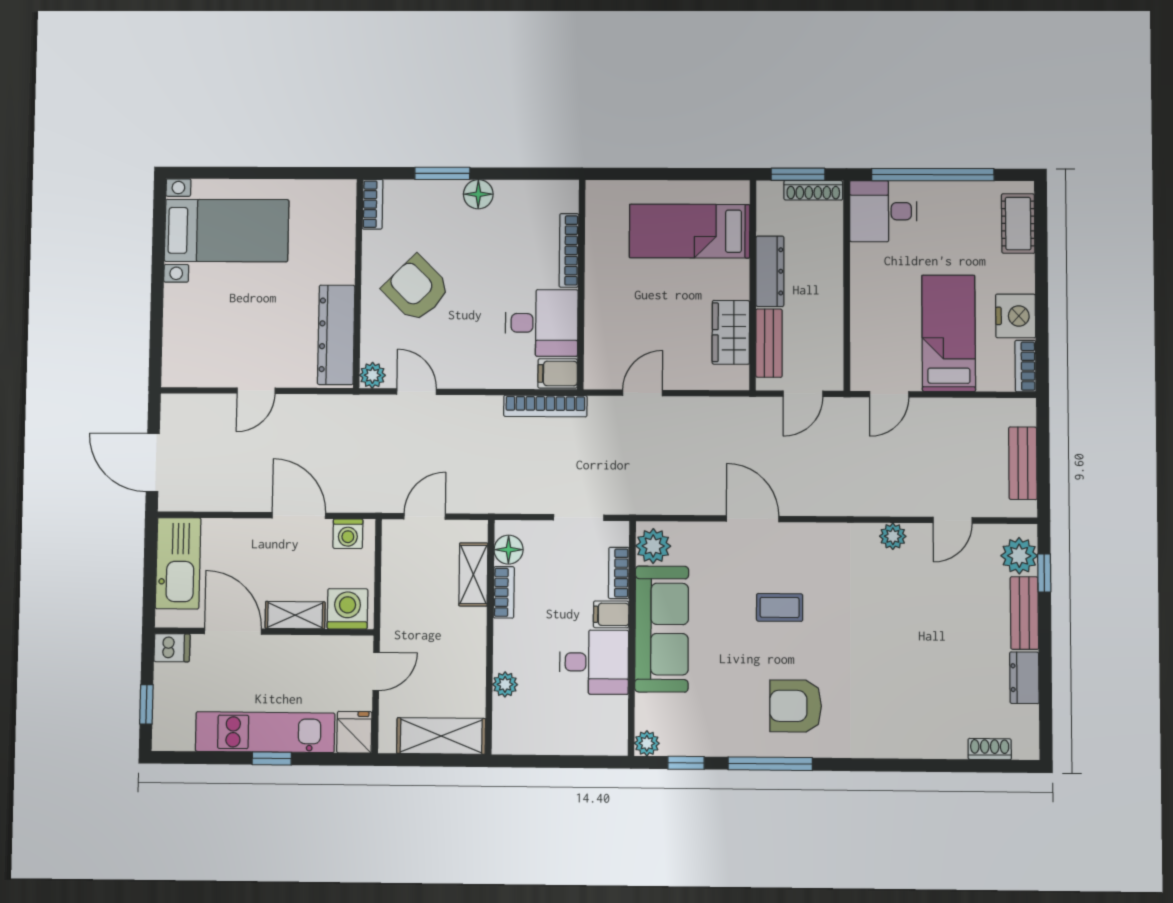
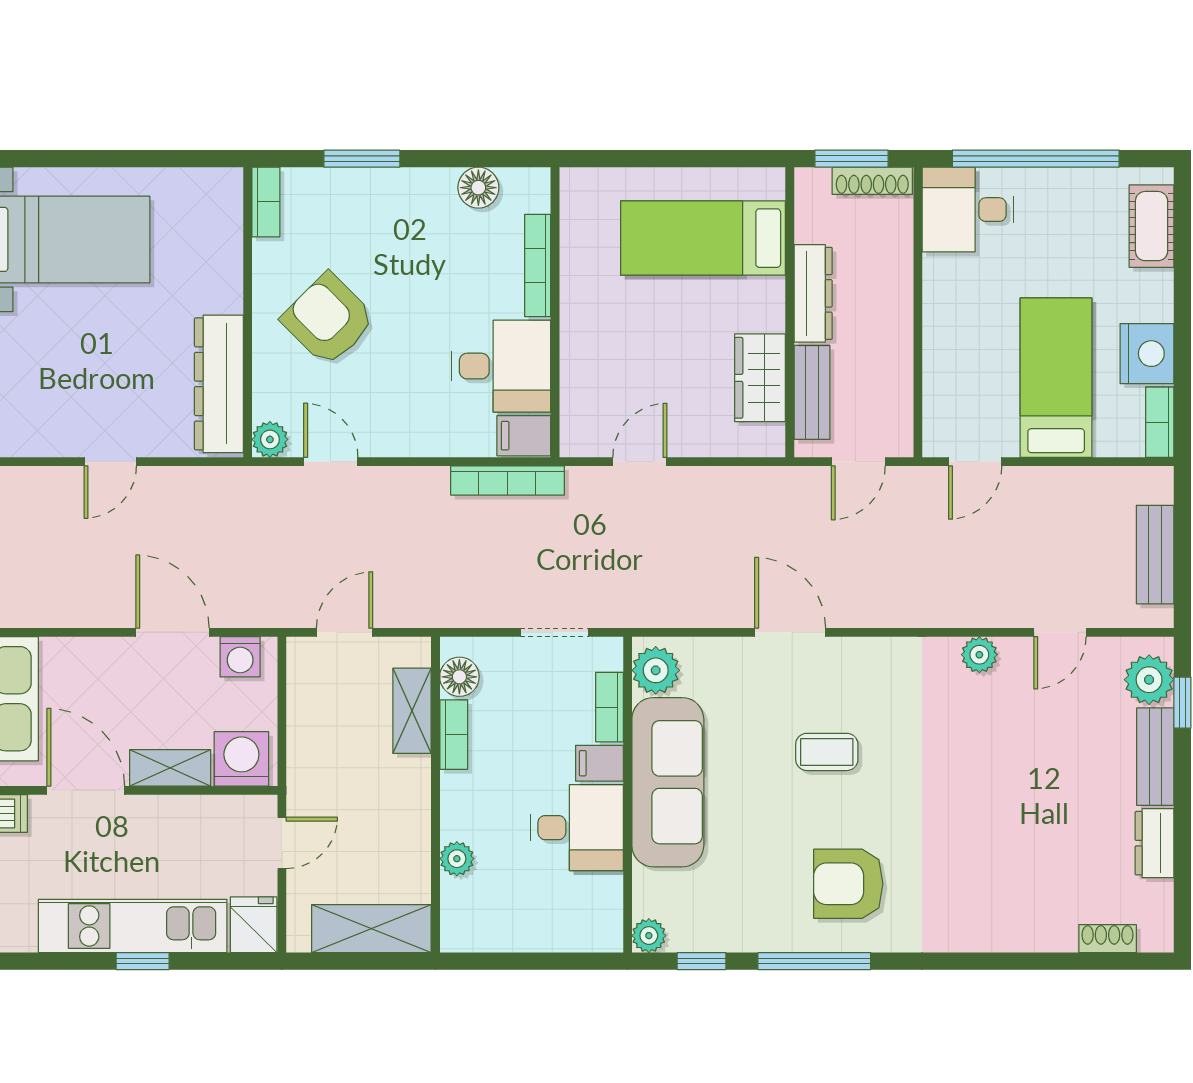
floor lamp: (478, 194) -> (478, 188), moved

